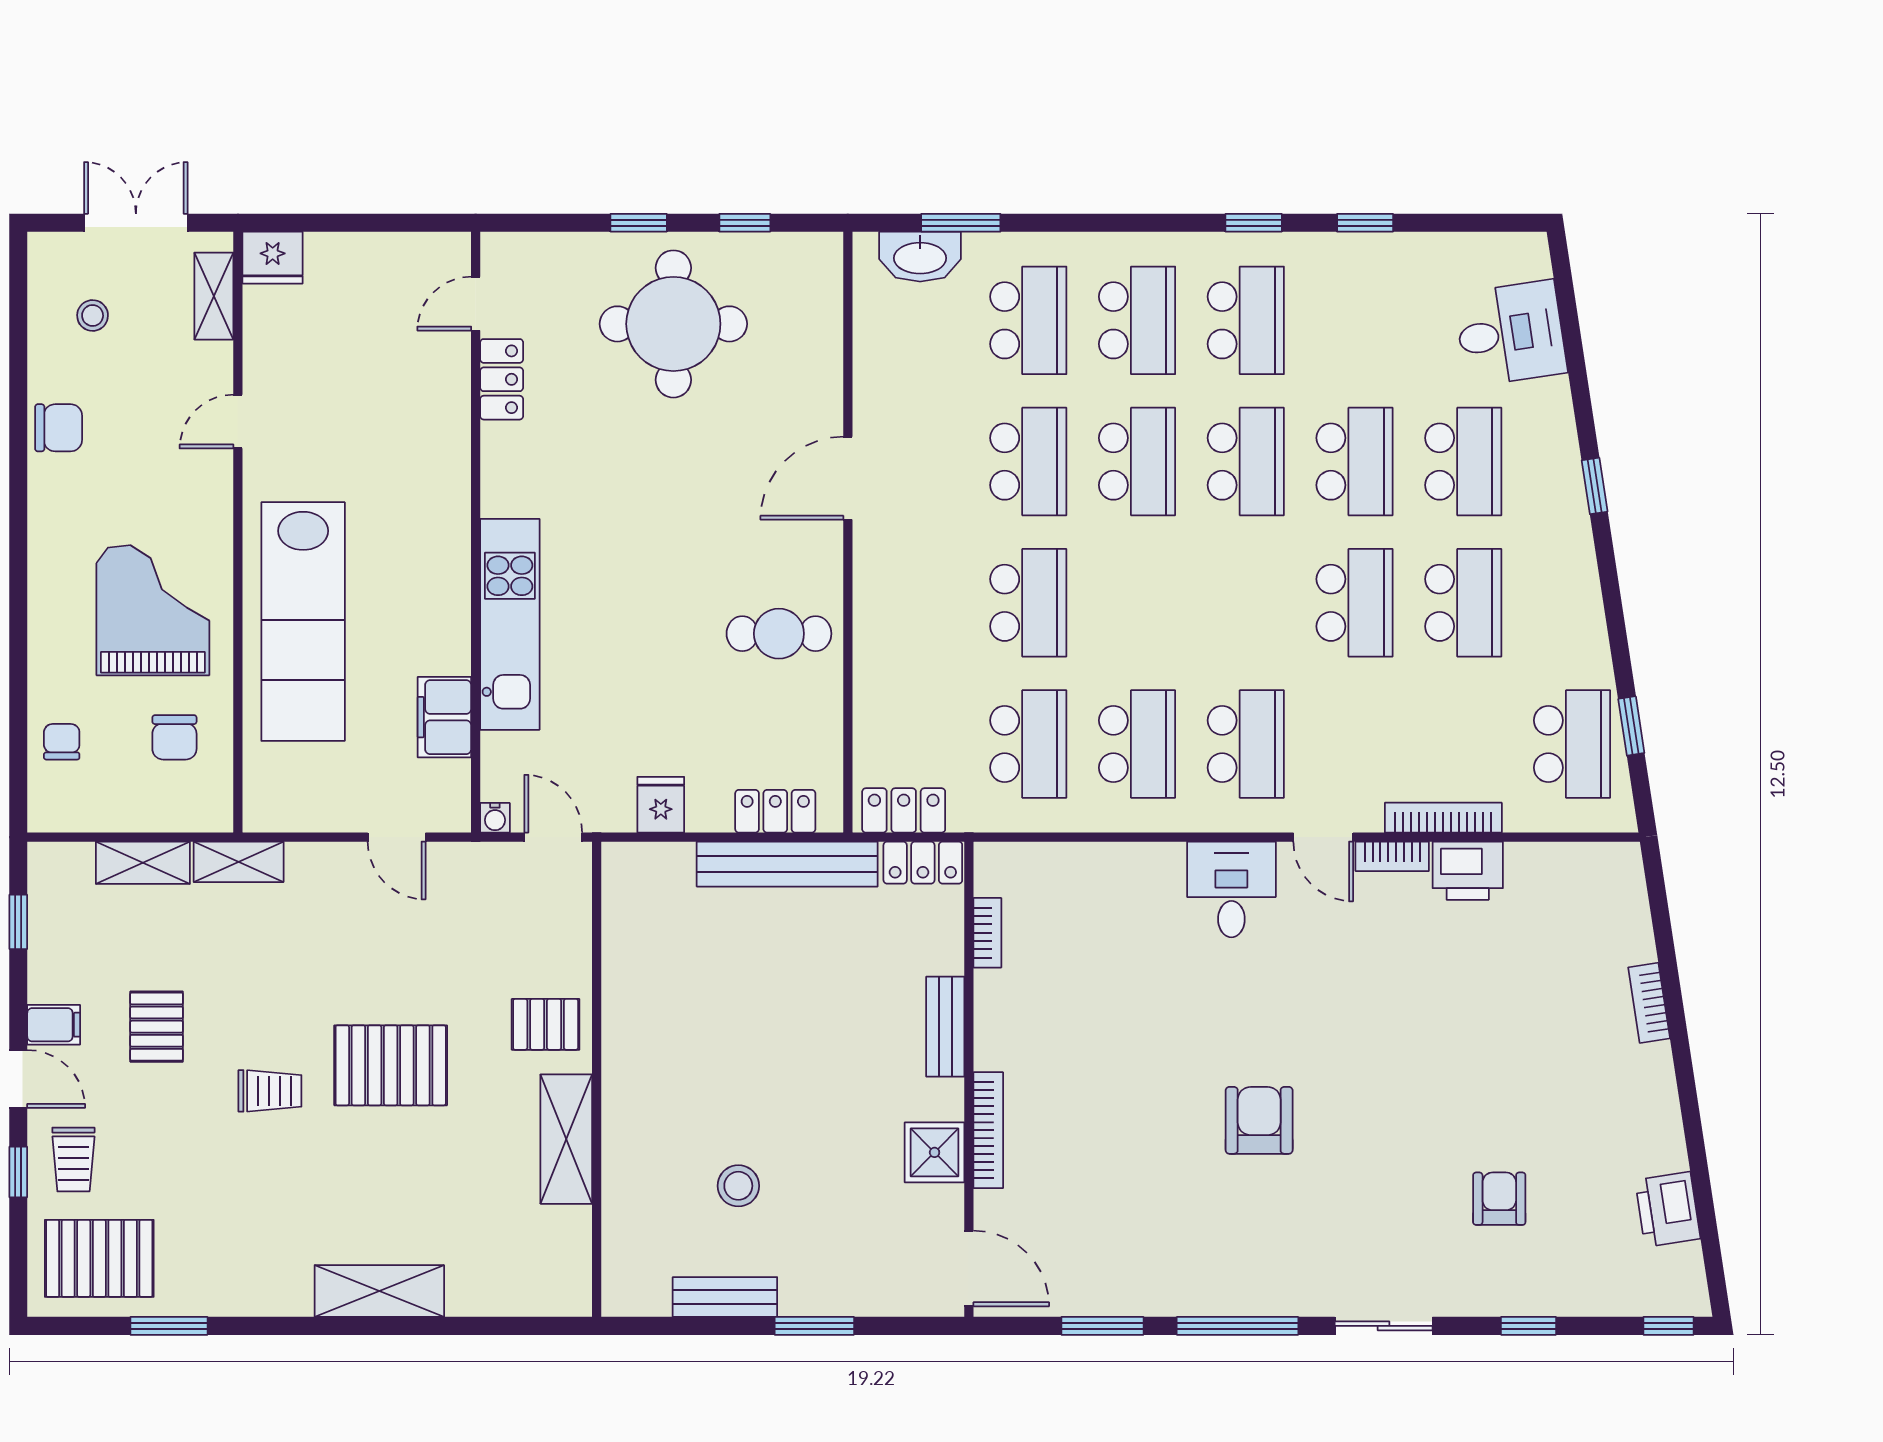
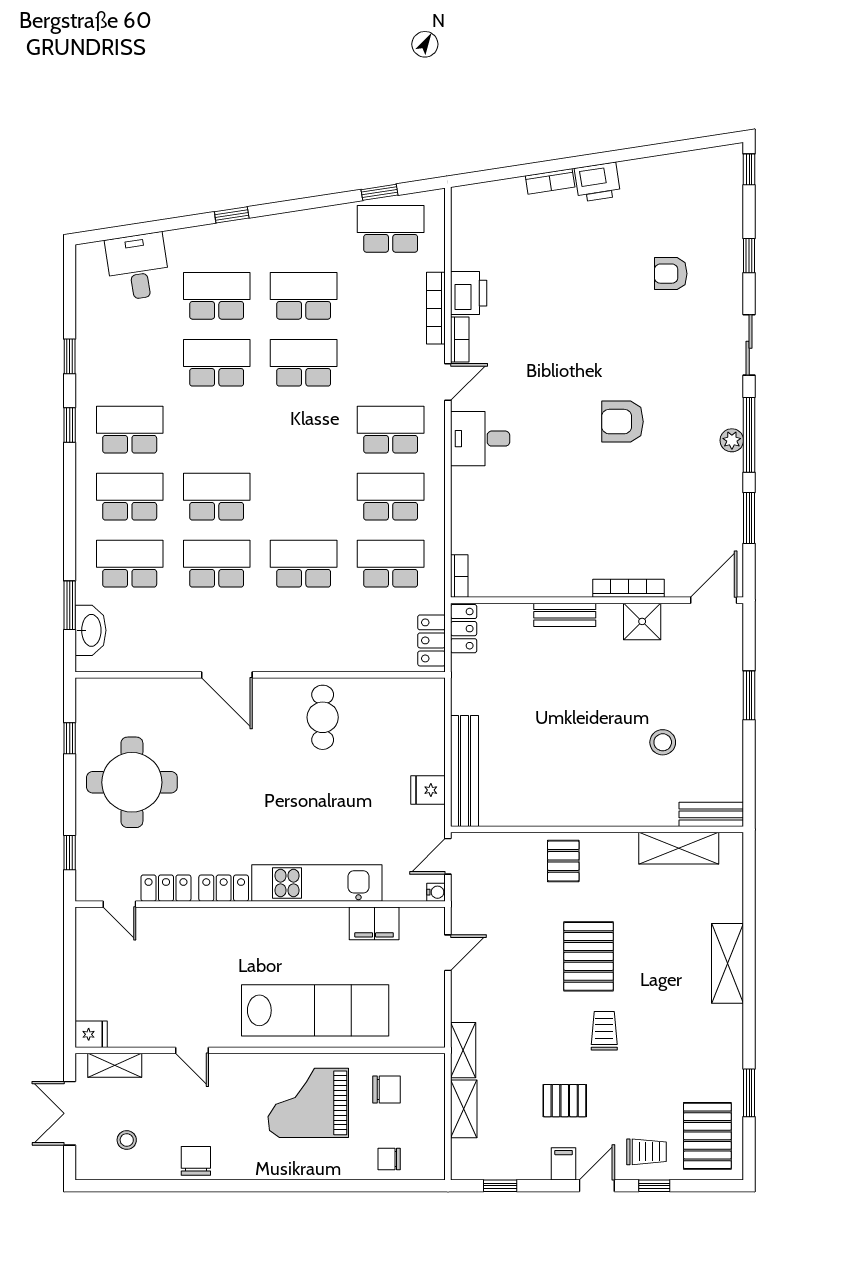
window: (639, 223) -> (70, 853), moved
fridge: (273, 258) -> (91, 1034), width x0.72
school desk: (1246, 462) -> (217, 430), removed
locker: (775, 811) -> (224, 888), moved, turned 90
bench: (787, 864) -> (465, 771), moved
bookcase: (987, 933) -> (459, 576), moved, turned 90
shelving: (566, 1139) -> (679, 848), moved
printer: (1668, 1209) -> (597, 182), moved
bench: (725, 1297) -> (711, 814), moved, turned 90
plant: (1229, 1298) -> (732, 440), added

